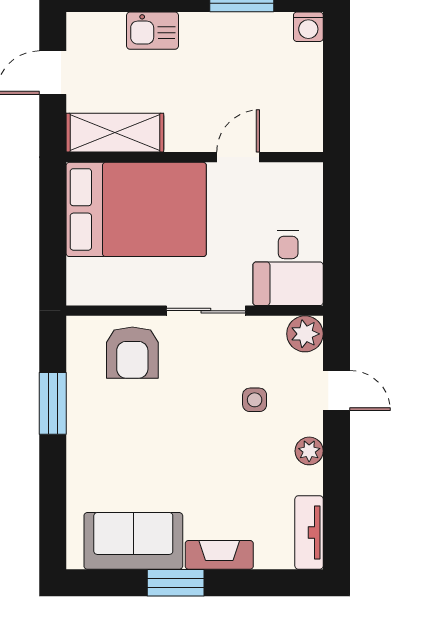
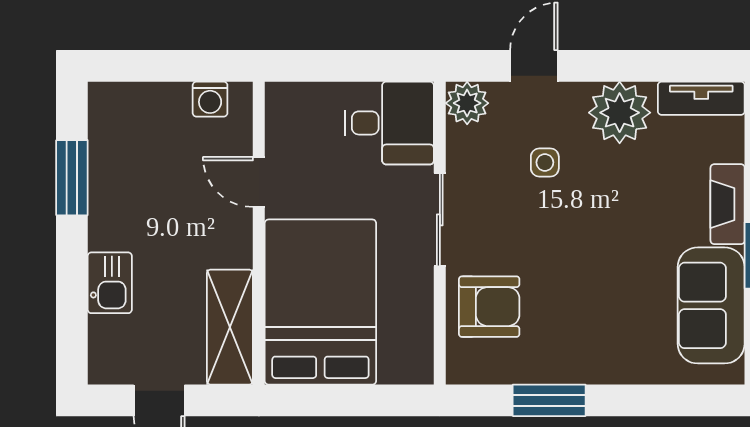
washing machine: (308, 27) -> (210, 99), moved, turned 90
plant: (309, 451) -> (620, 113), width x1.87, depth x1.87

